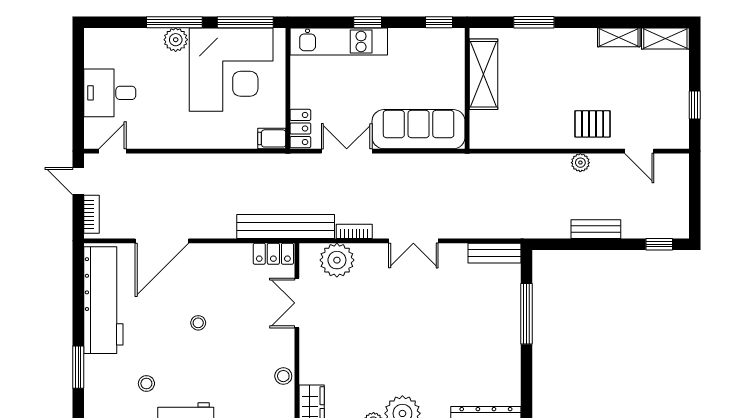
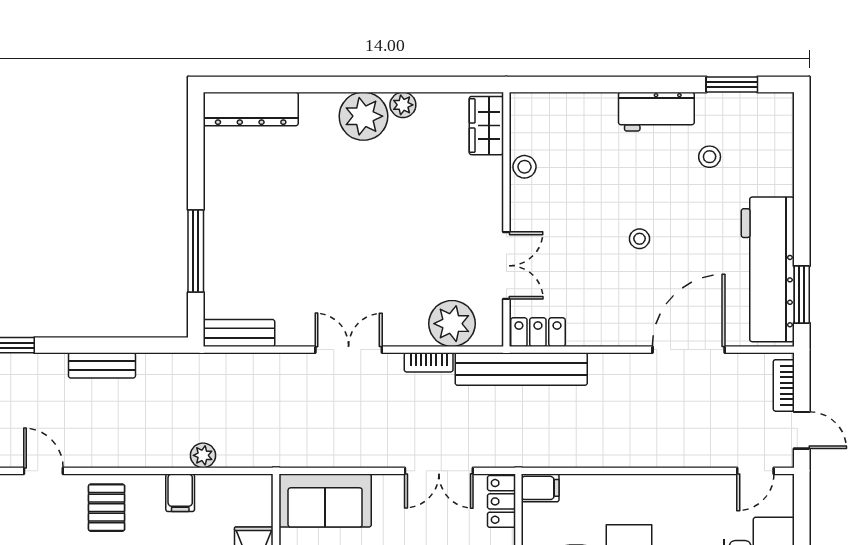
pallet: (593, 124) -> (107, 508), turned 90
sofa: (419, 129) -> (325, 501), width x0.73
filing cabinet: (538, 135) -> (180, 493), added
plant: (580, 163) -> (203, 455), moved
window: (78, 367) -> (802, 294), moved

